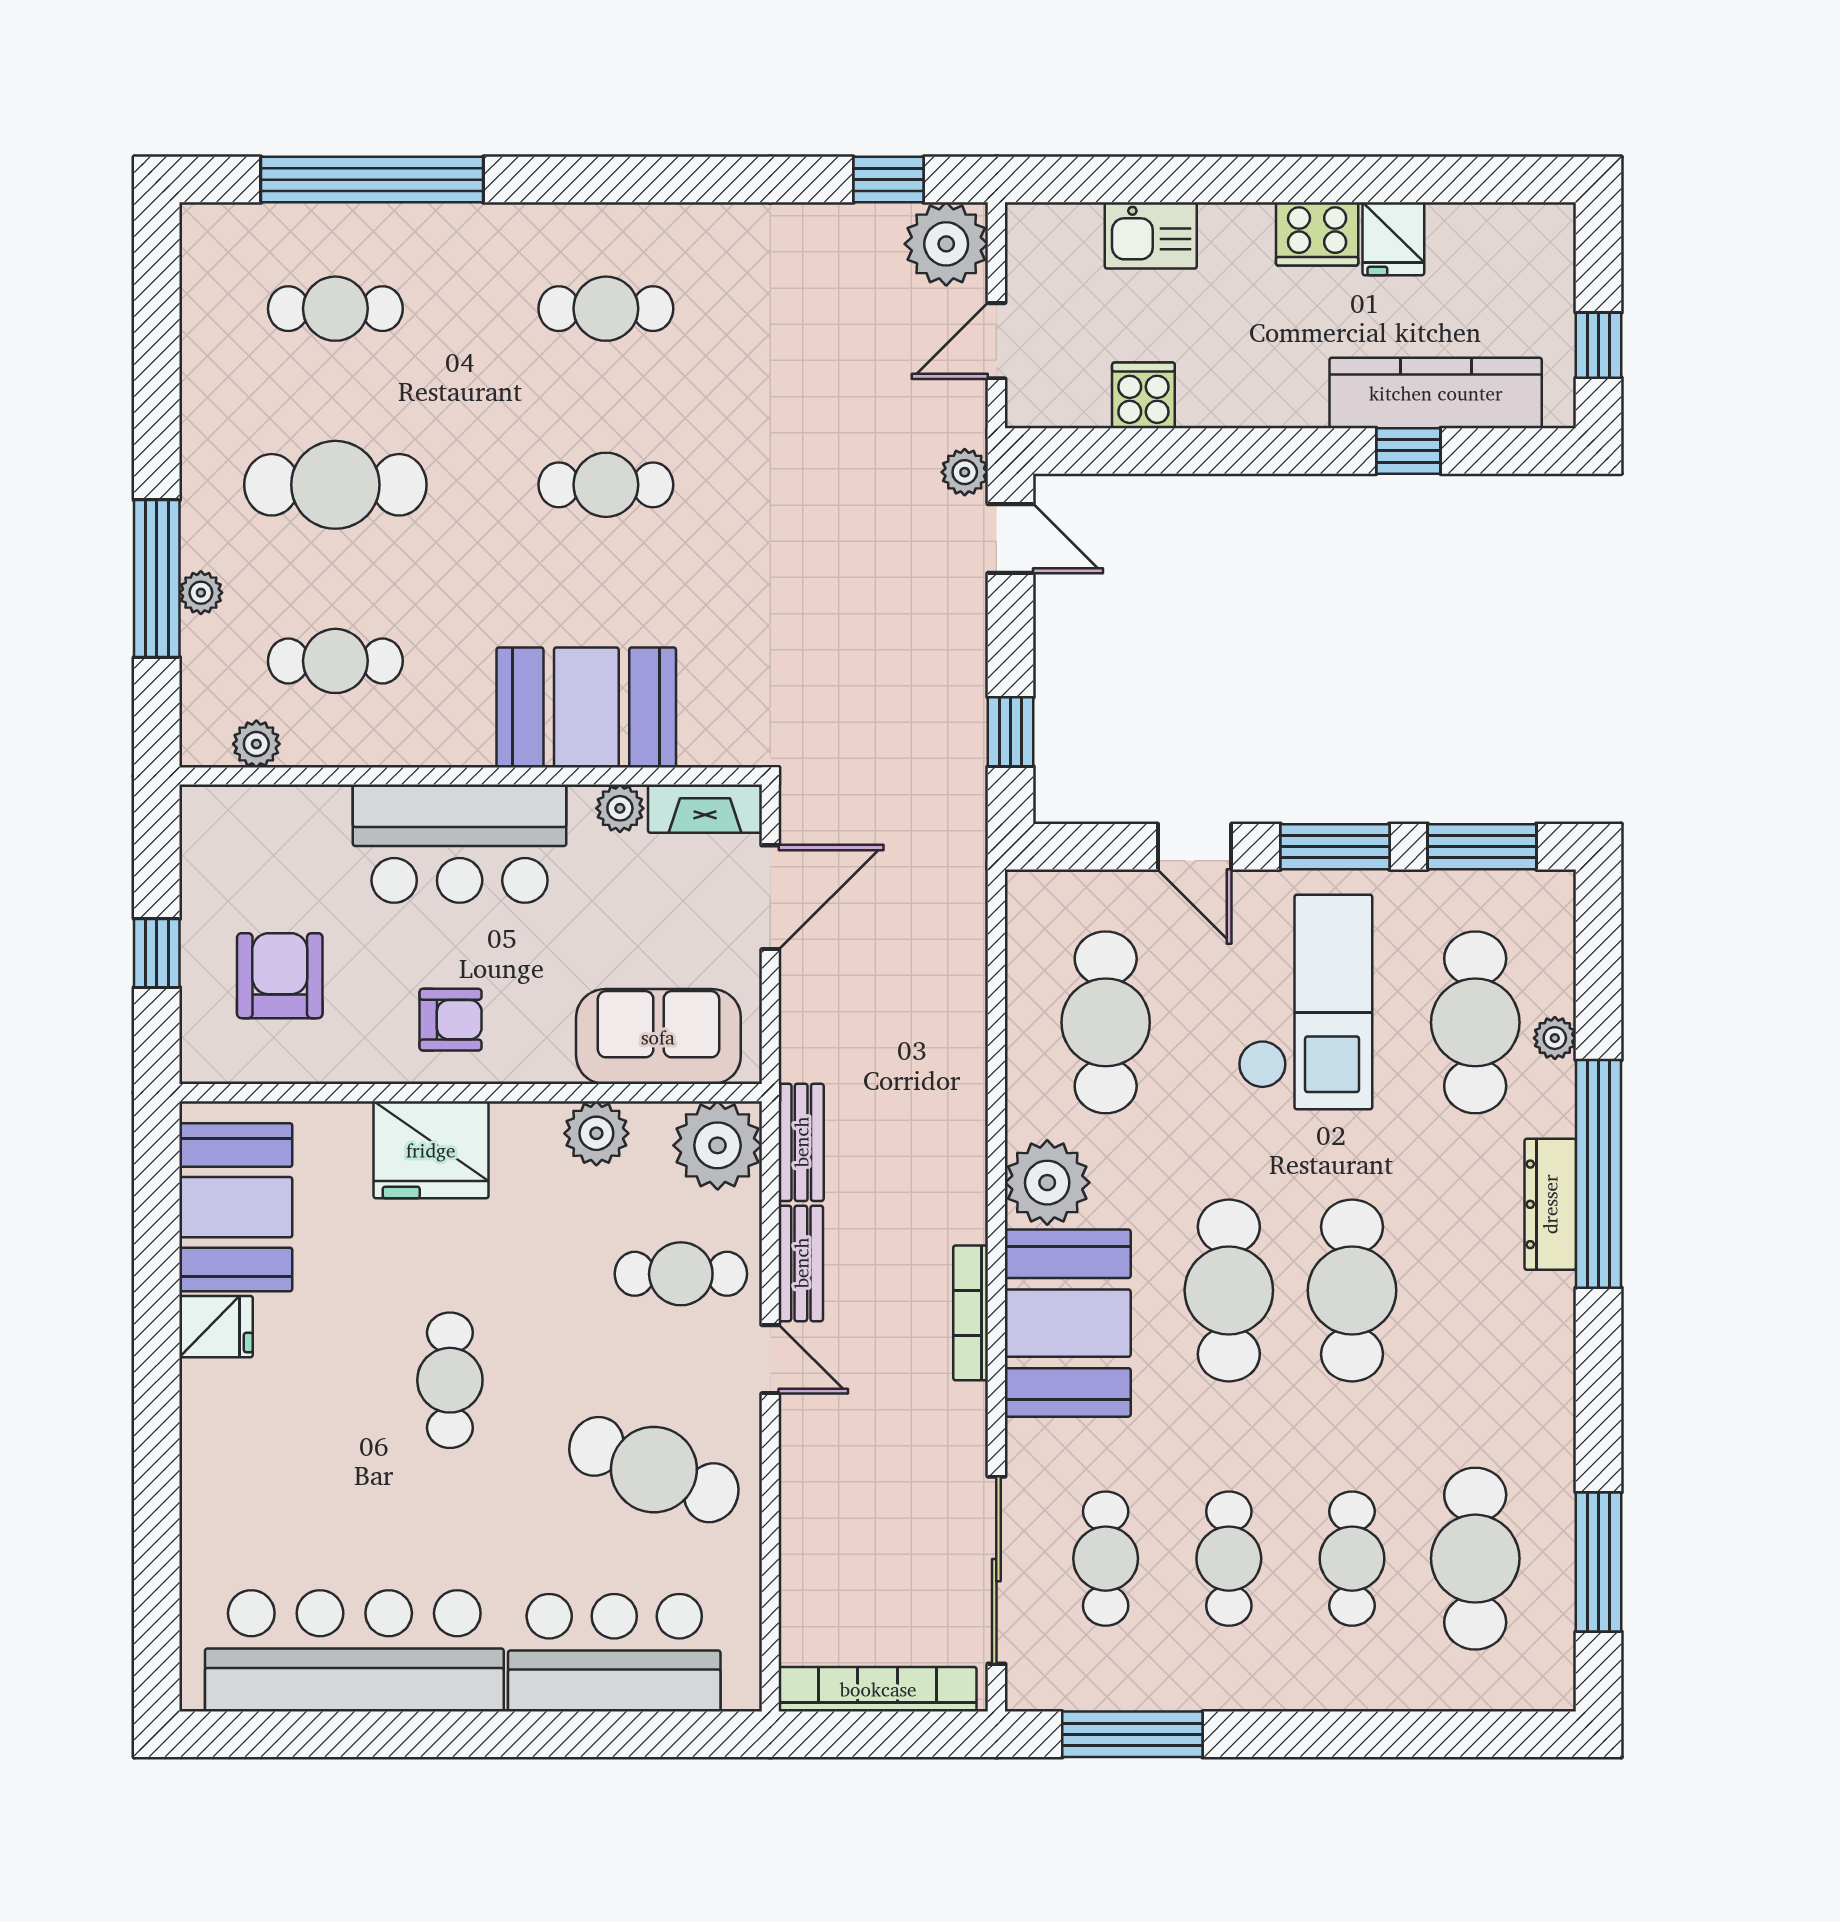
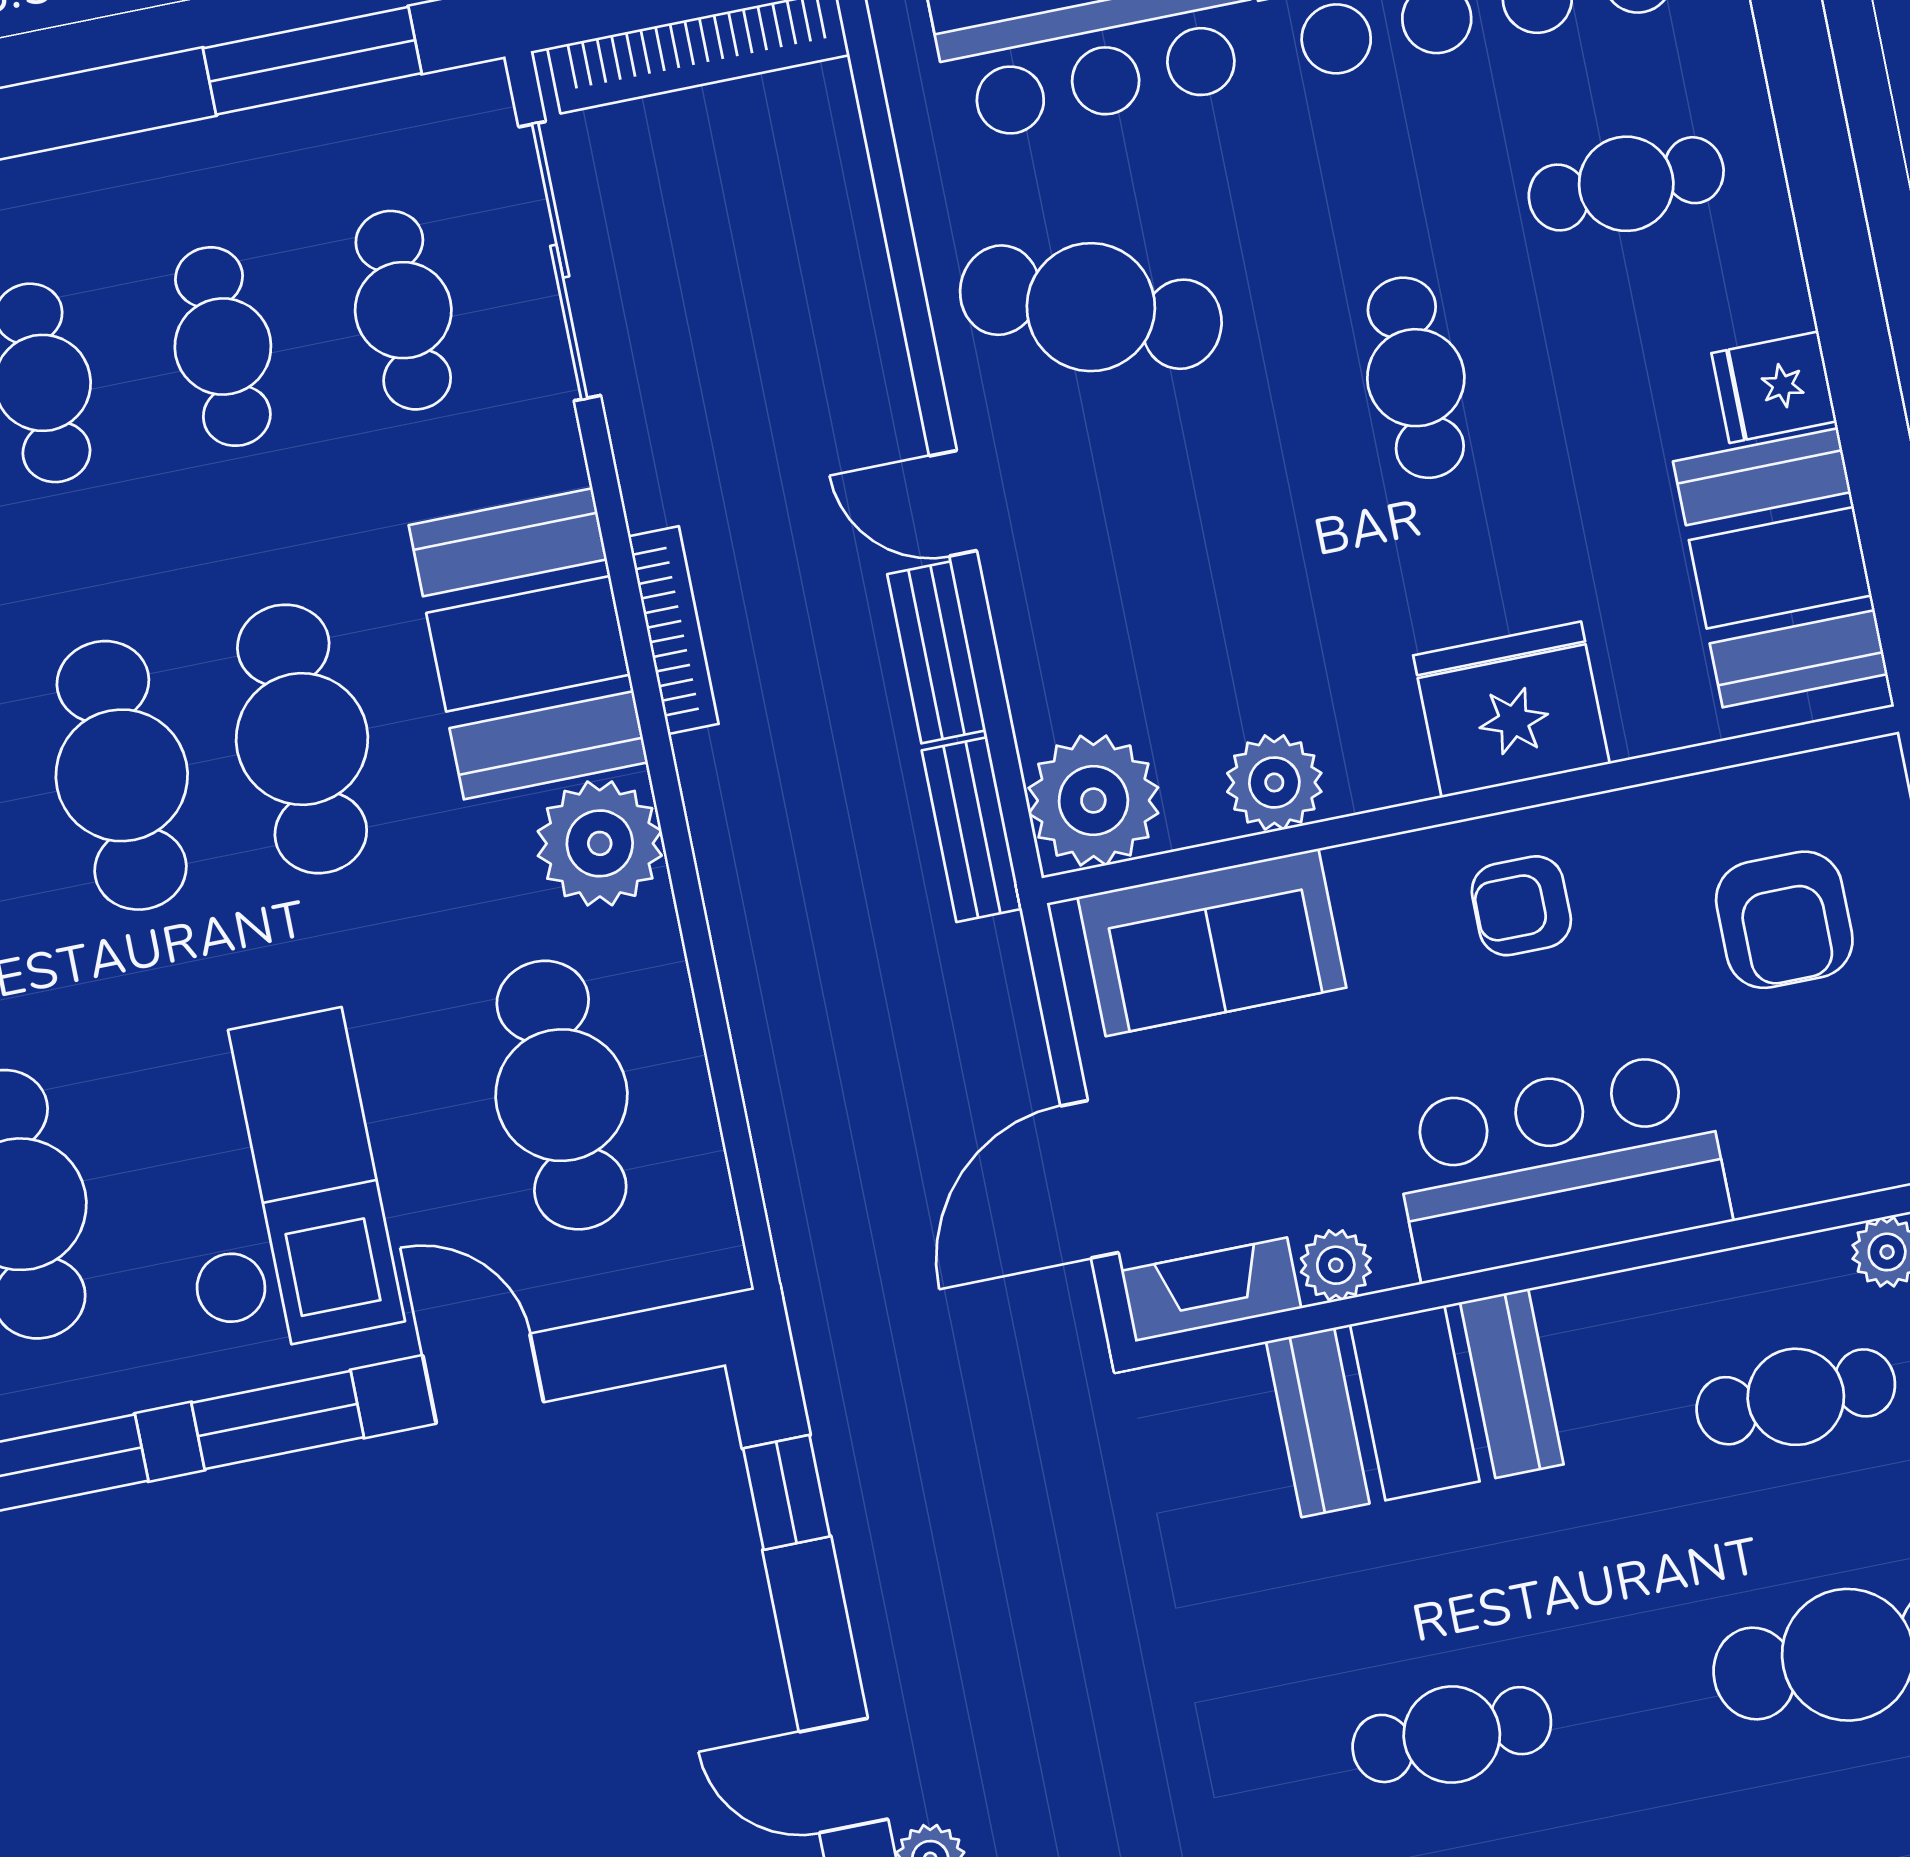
checkout: (1305, 1002) -> (275, 1184), turned 180
cafe table: (681, 1274) -> (1626, 184), moved

